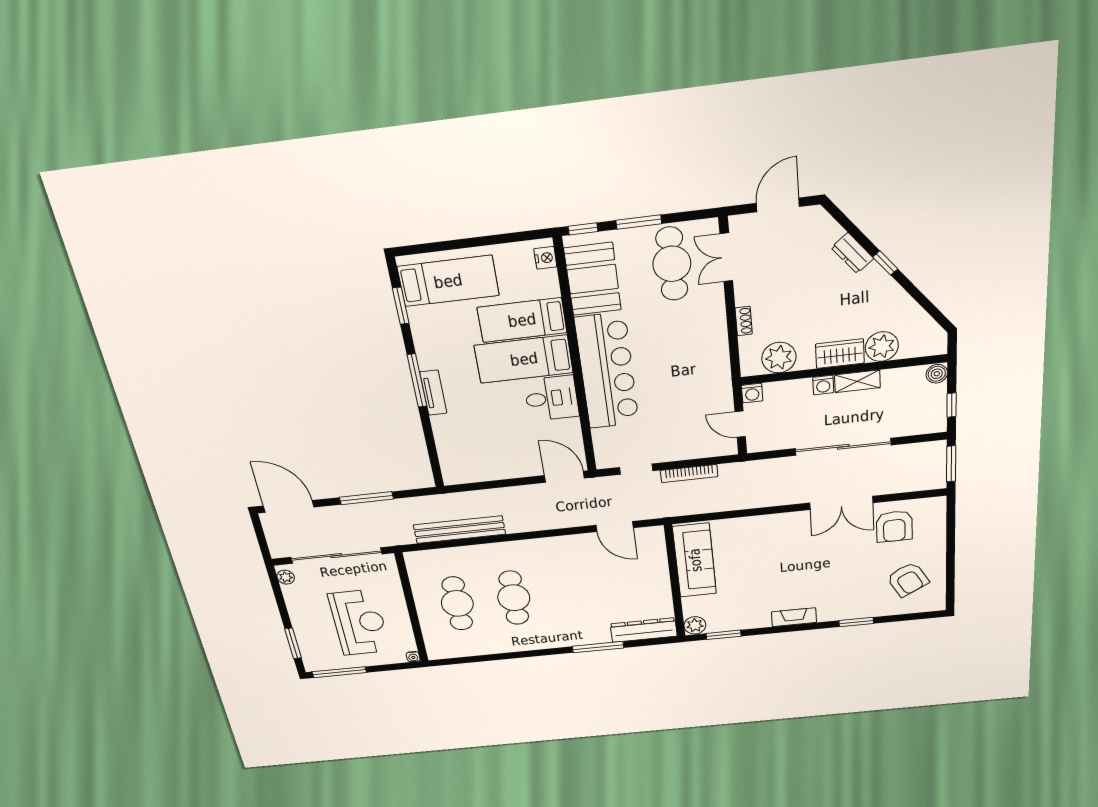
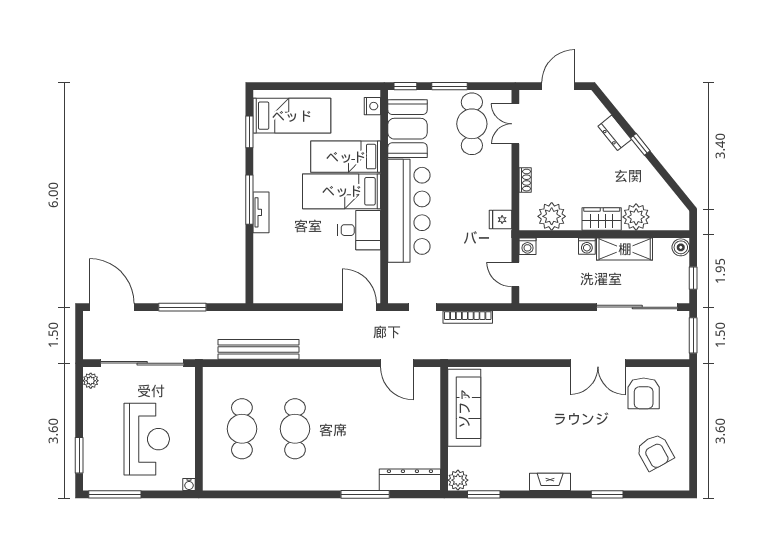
fridge: (717, 368) -> (500, 220), added
shelving: (857, 381) -> (625, 249), width x1.50, depth x1.33
sliding door: (843, 447) -> (637, 307), moved

